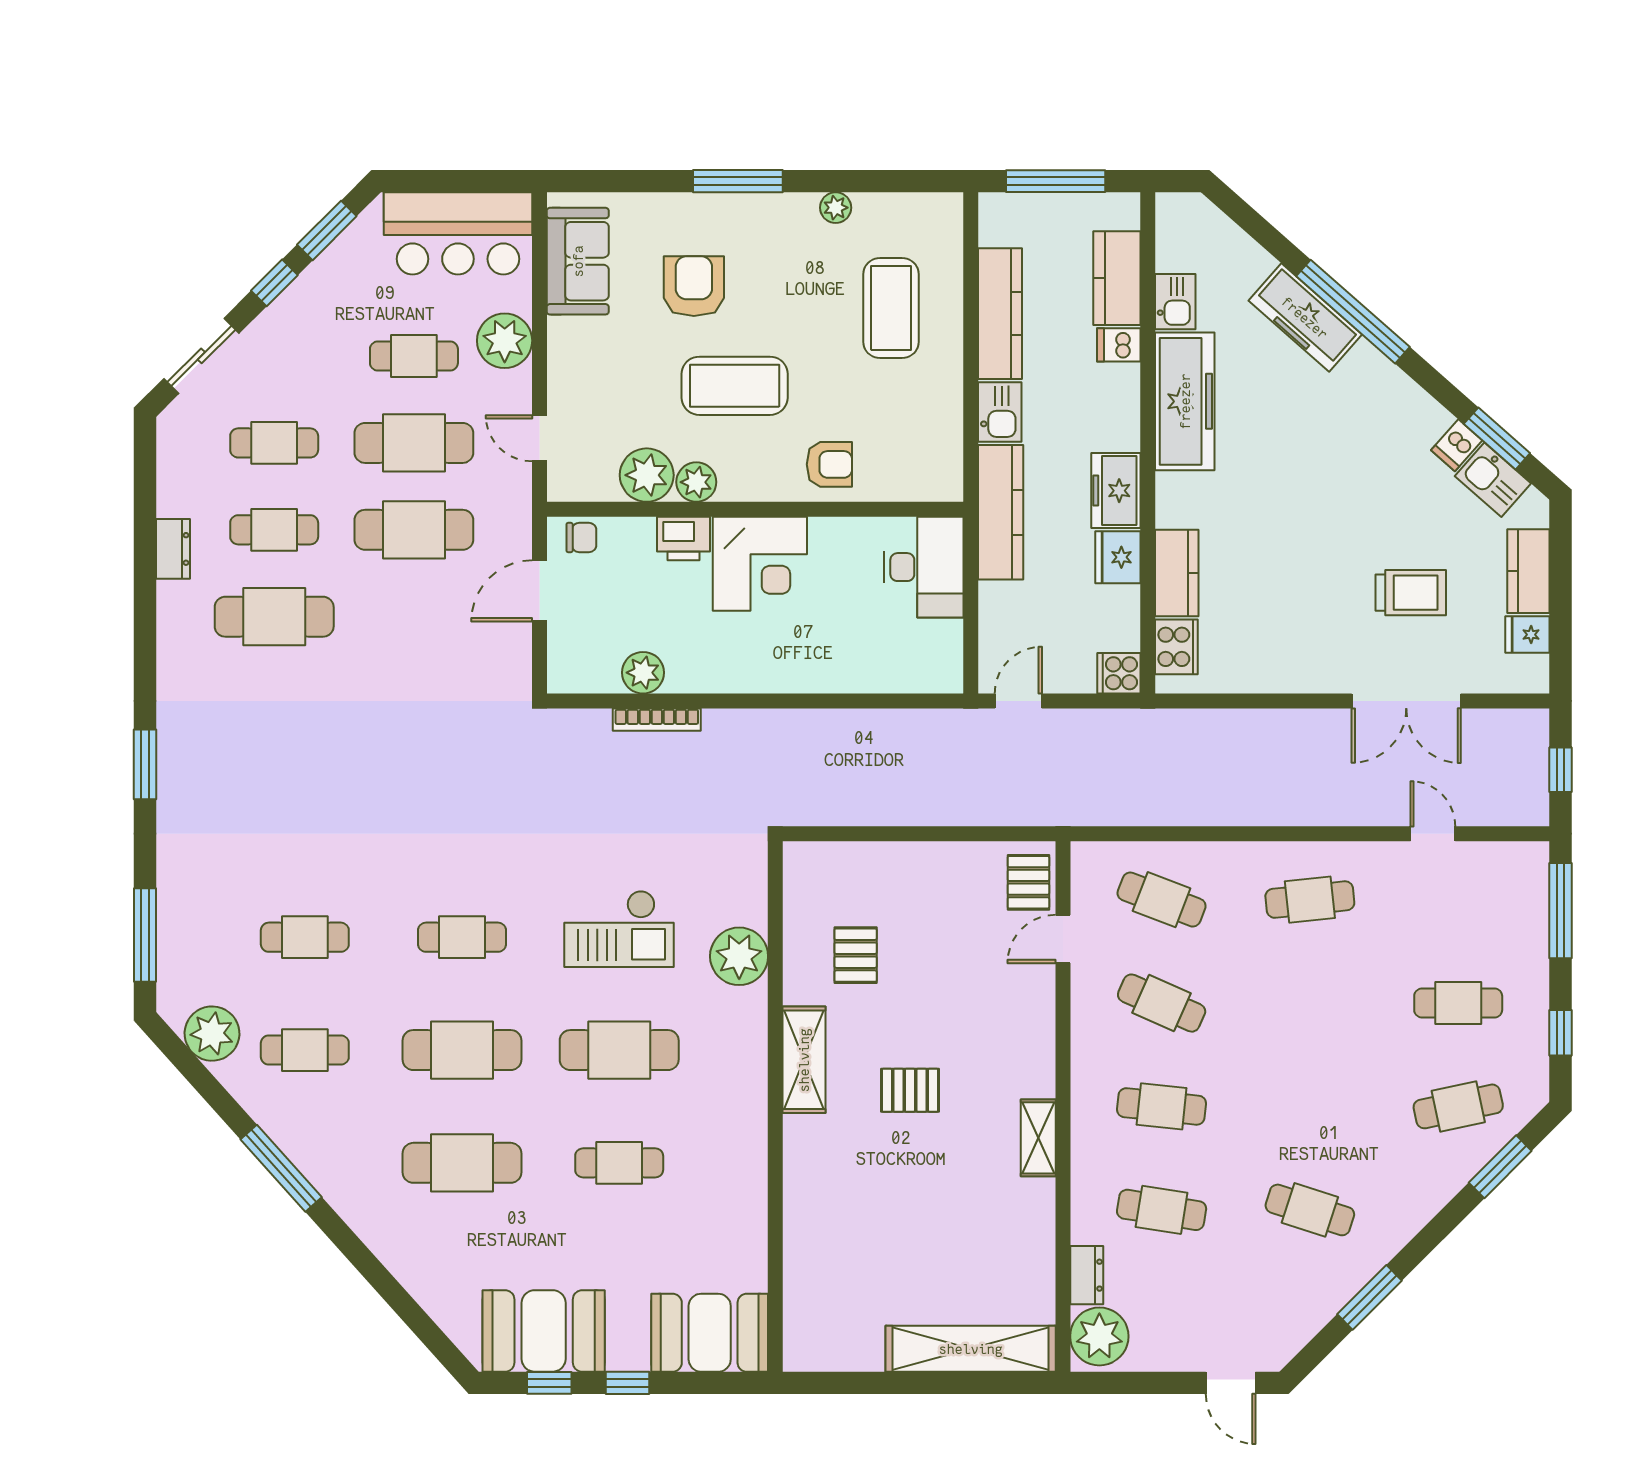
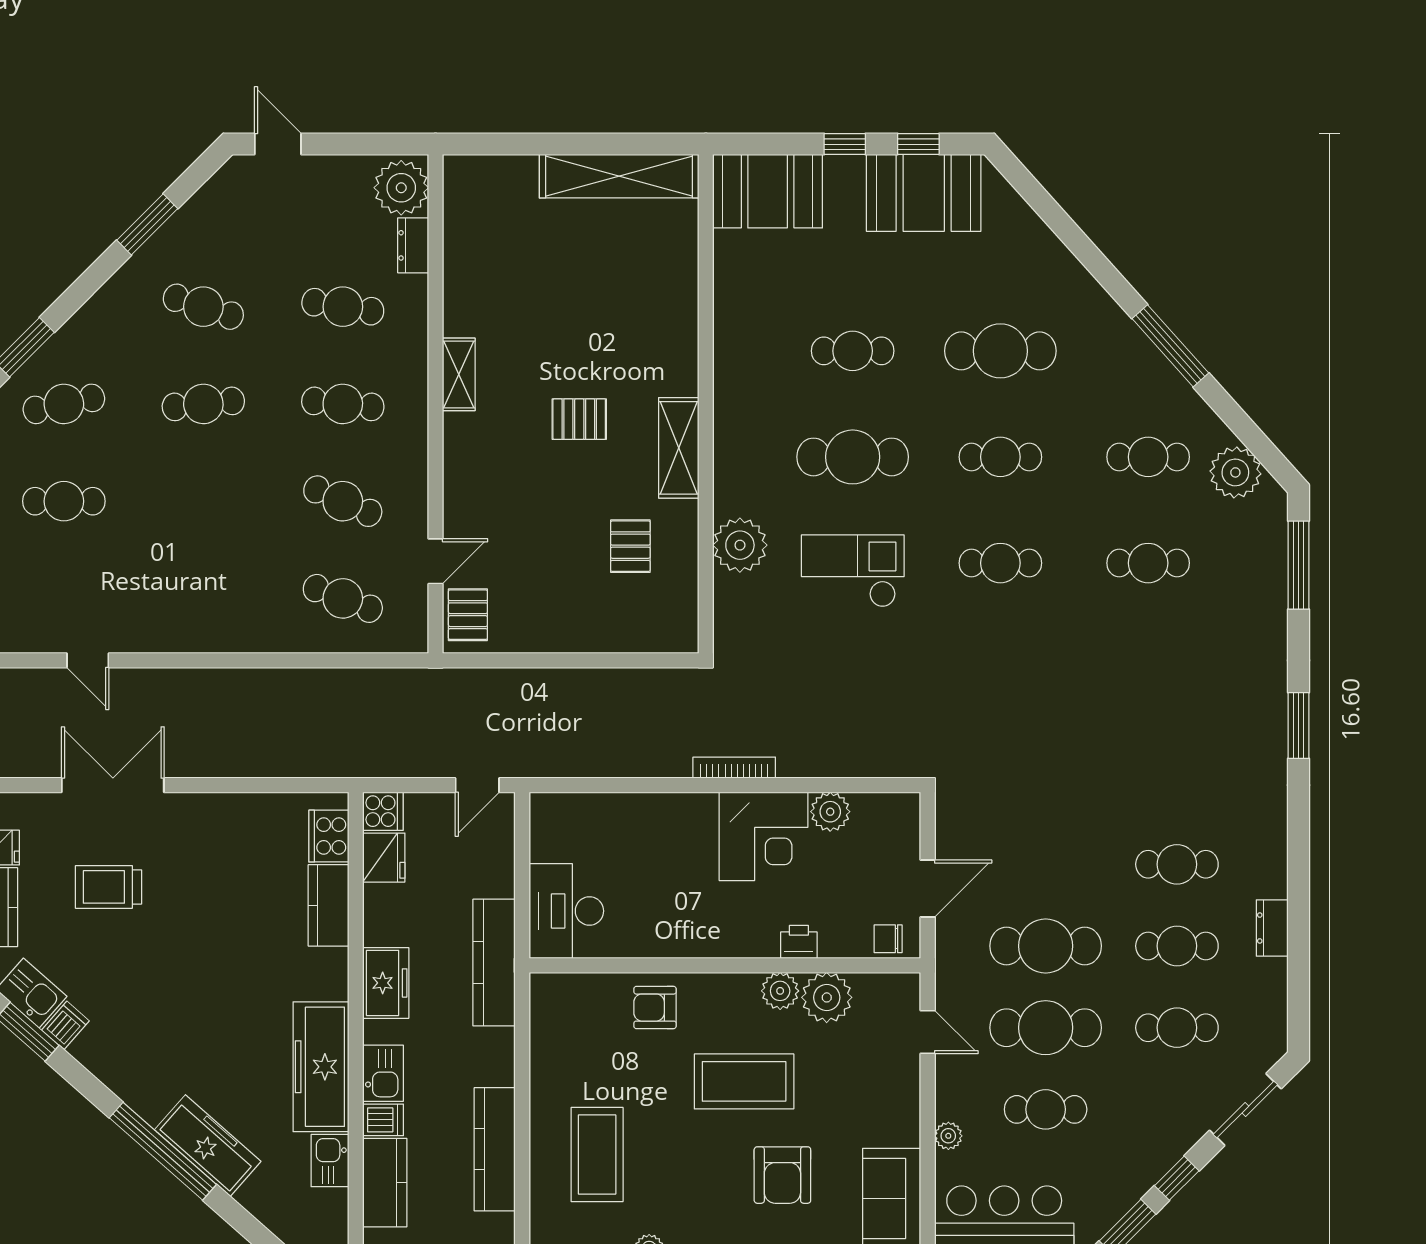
plant: (505, 341) -> (948, 1136), width x0.53, depth x0.53
kitchen sink: (1000, 412) -> (383, 1073), moved, turned 180
printer: (683, 538) -> (799, 942), width x0.73, depth x0.81
fridge: (1118, 557) -> (384, 858), moved
corner desk: (760, 564) -> (764, 836), moved, turned 180
cafe table: (274, 617) -> (1177, 864), width x0.73, depth x0.74
bookcase: (657, 720) -> (734, 768), moved
cafe table: (1310, 900) -> (203, 404), moved
cafe table: (462, 1050) -> (1000, 457), width x0.73, depth x0.74
shelving: (971, 1349) -> (619, 176), moved

